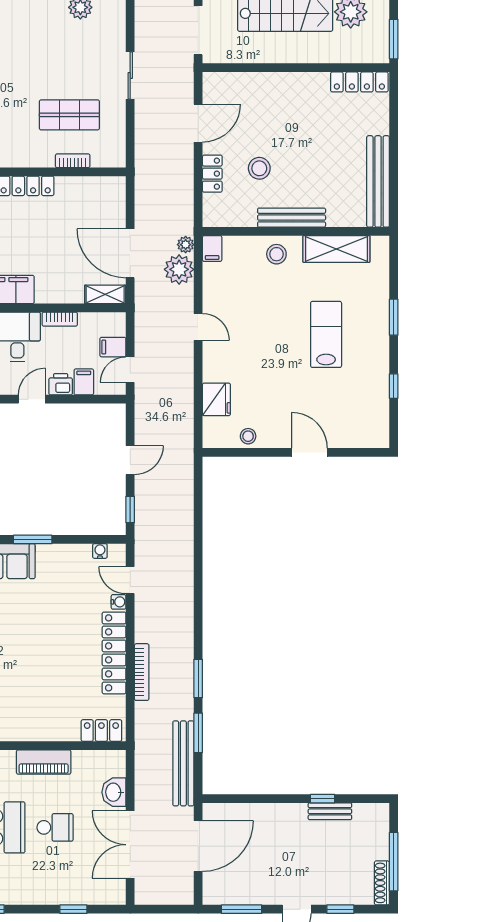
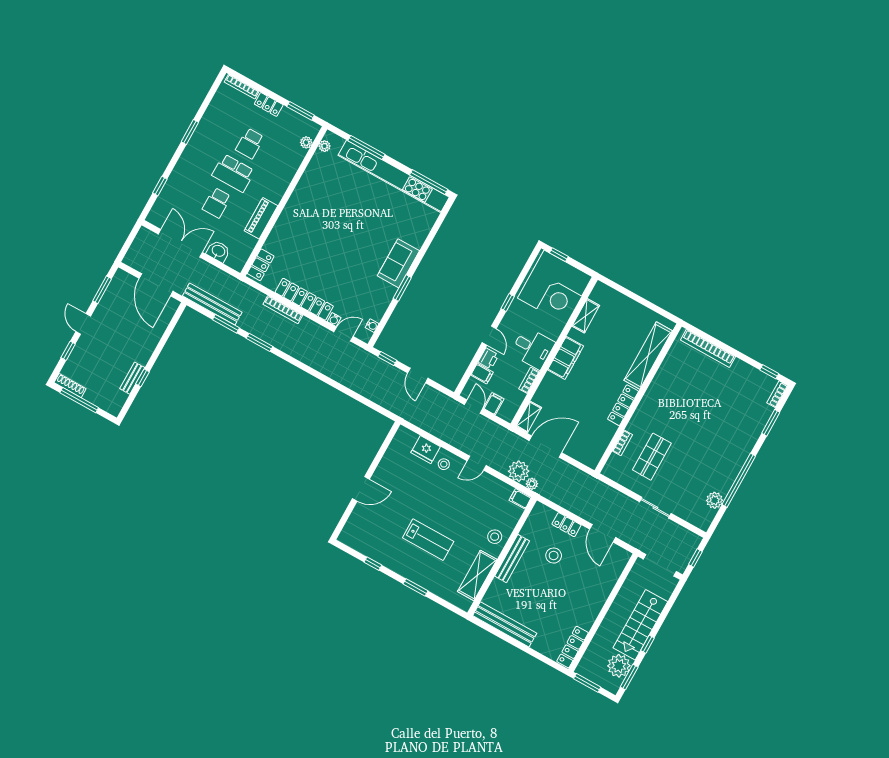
stool: (248, 436) -> (444, 464), moved

